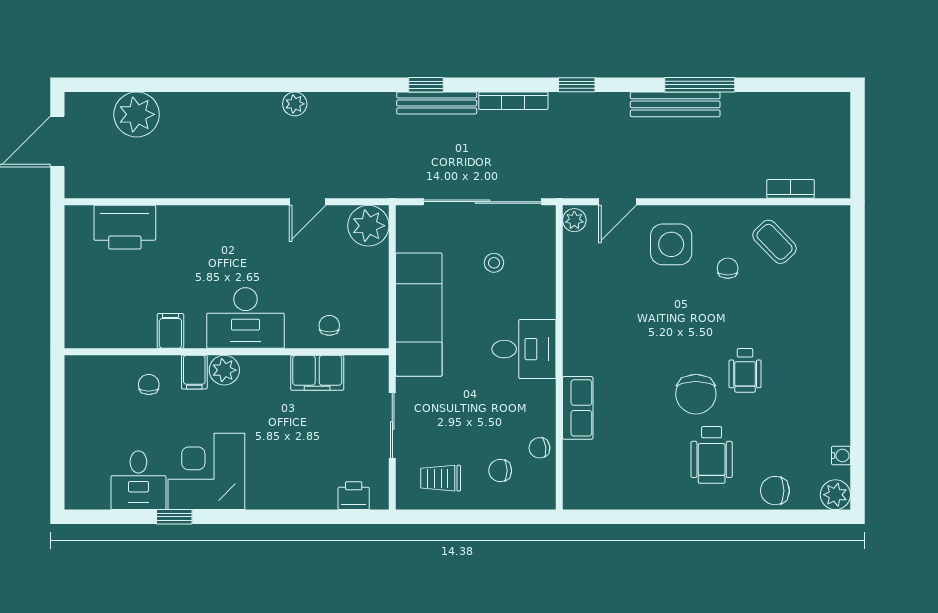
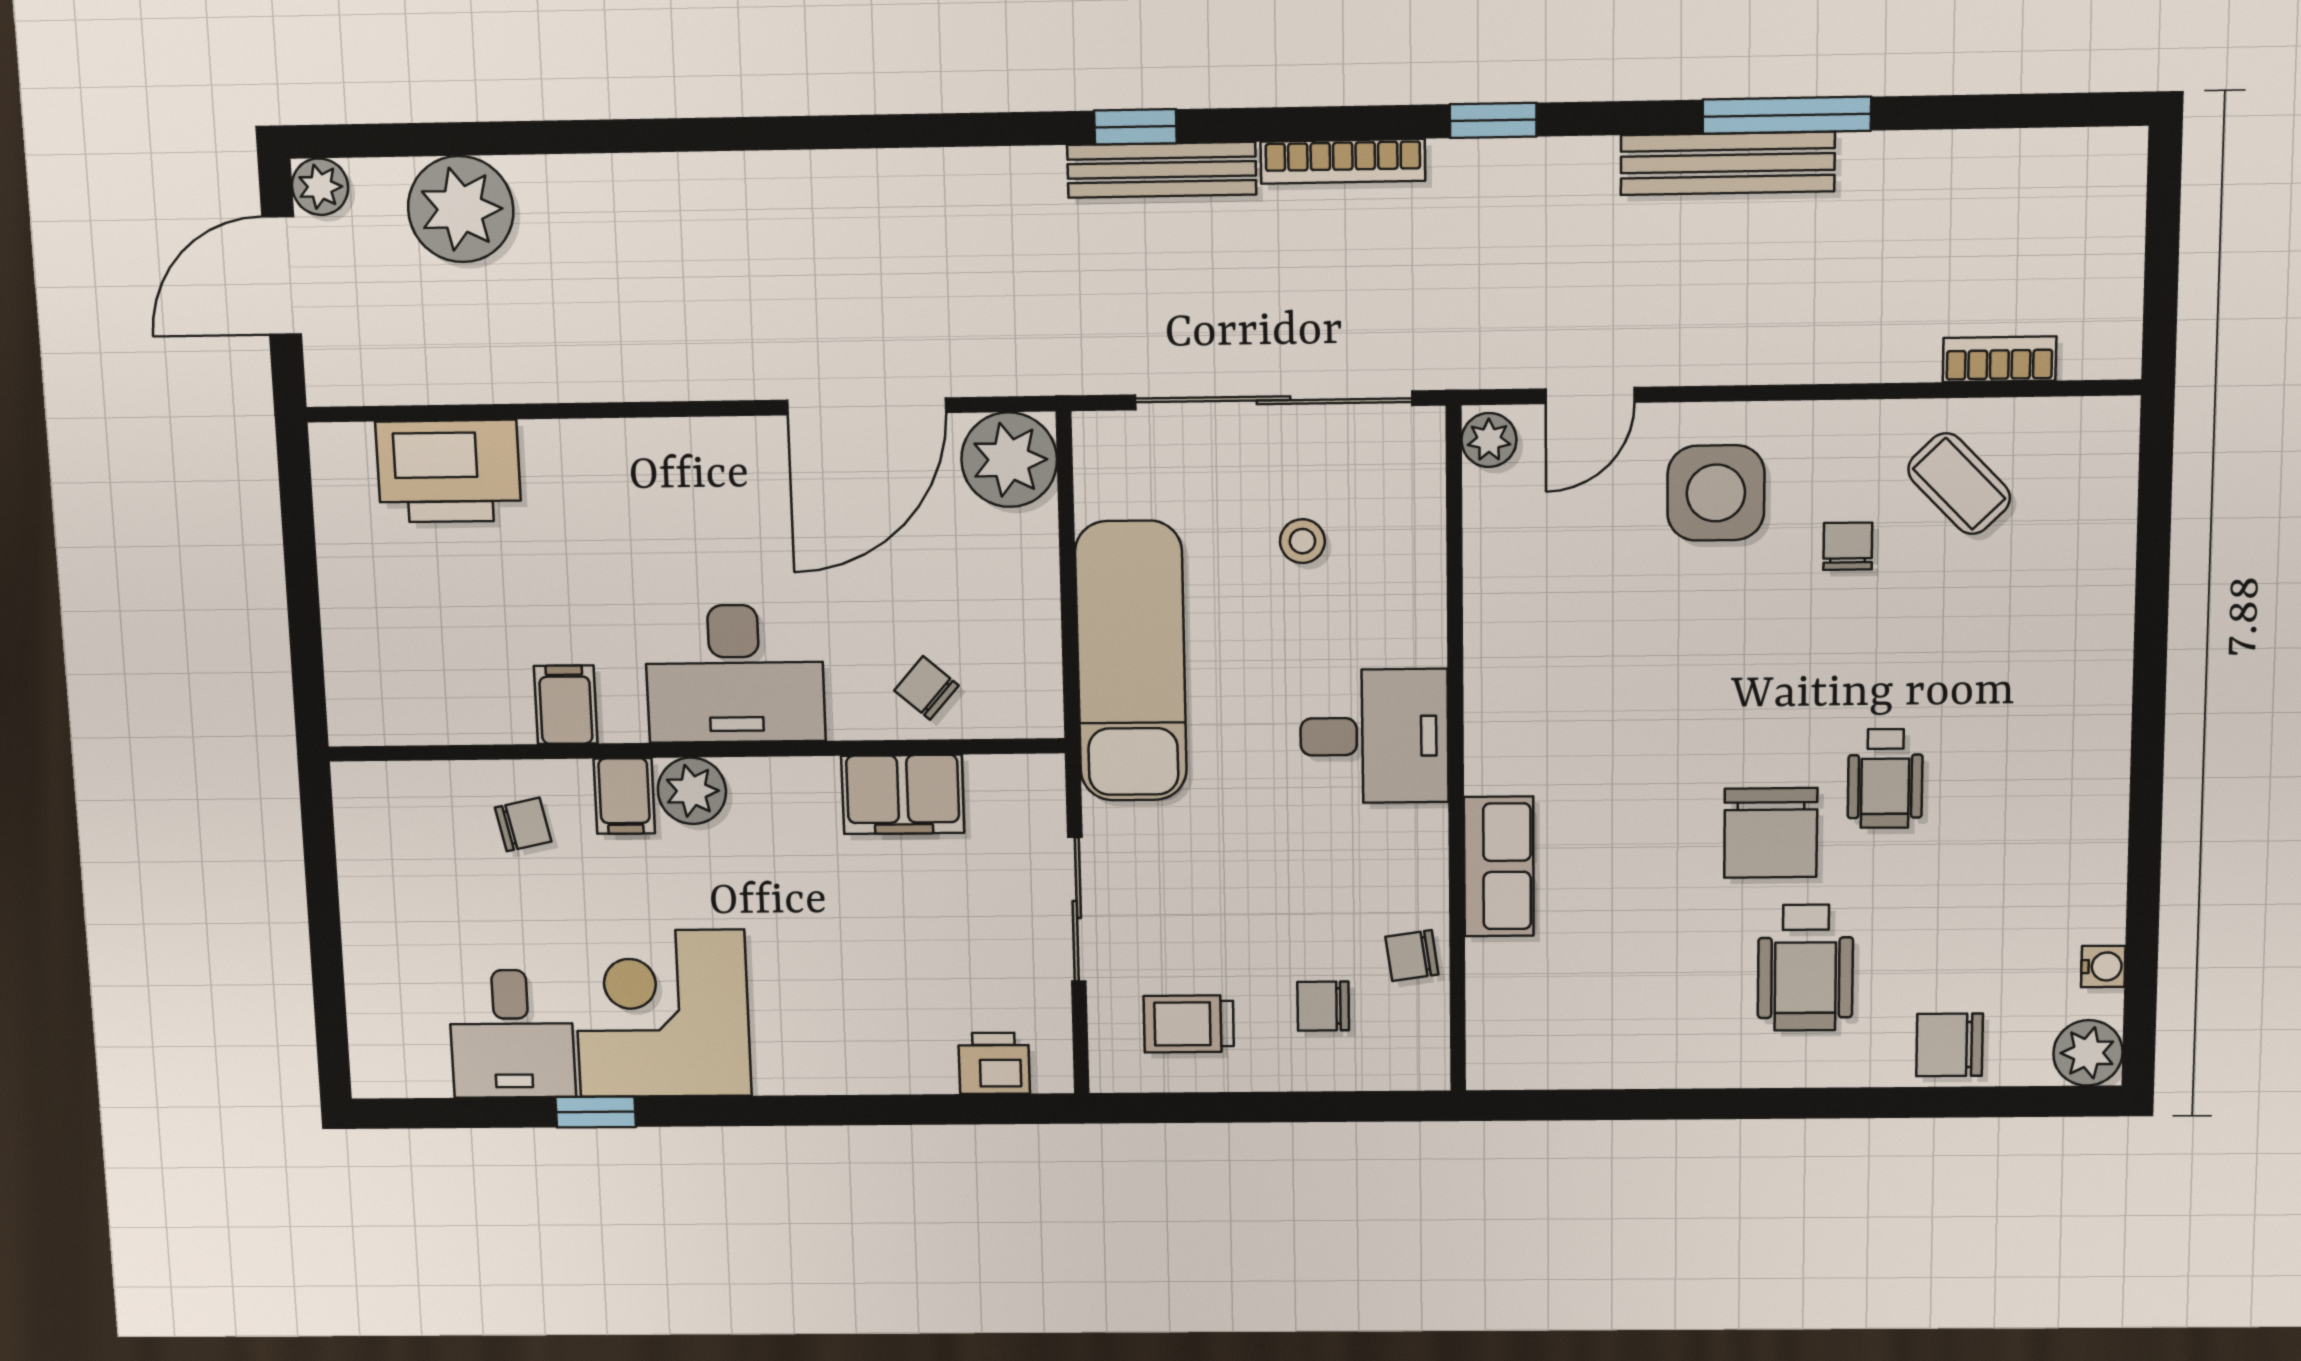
plant: (295, 104) -> (320, 187), moved
door: (308, 202) -> (867, 406), width x1.88
chair: (329, 325) -> (927, 688), turned -49
chair: (149, 385) -> (523, 825), turned 78

